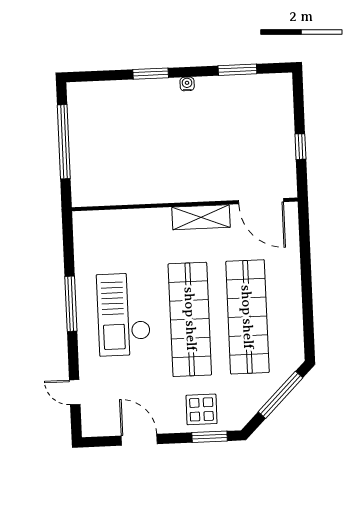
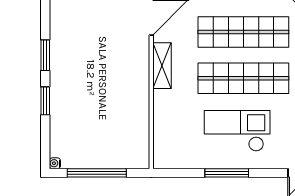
window: (237, 70) -> (45, 55), moved
water cooler: (187, 84) -> (55, 163), moved
checkout: (124, 314) -> (237, 131), turned 180

